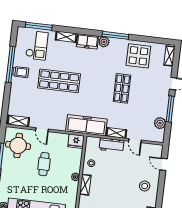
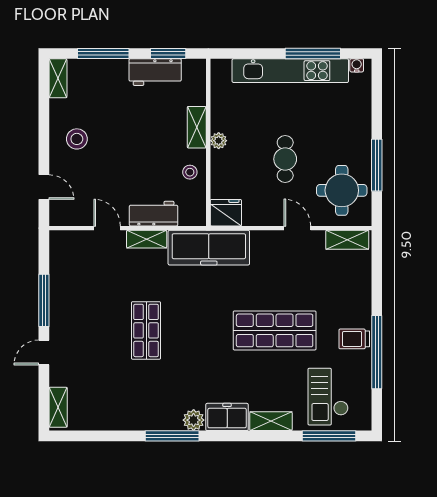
display table: (138, 56) -> (121, 400), removed
plant: (160, 123) -> (61, 270), removed

